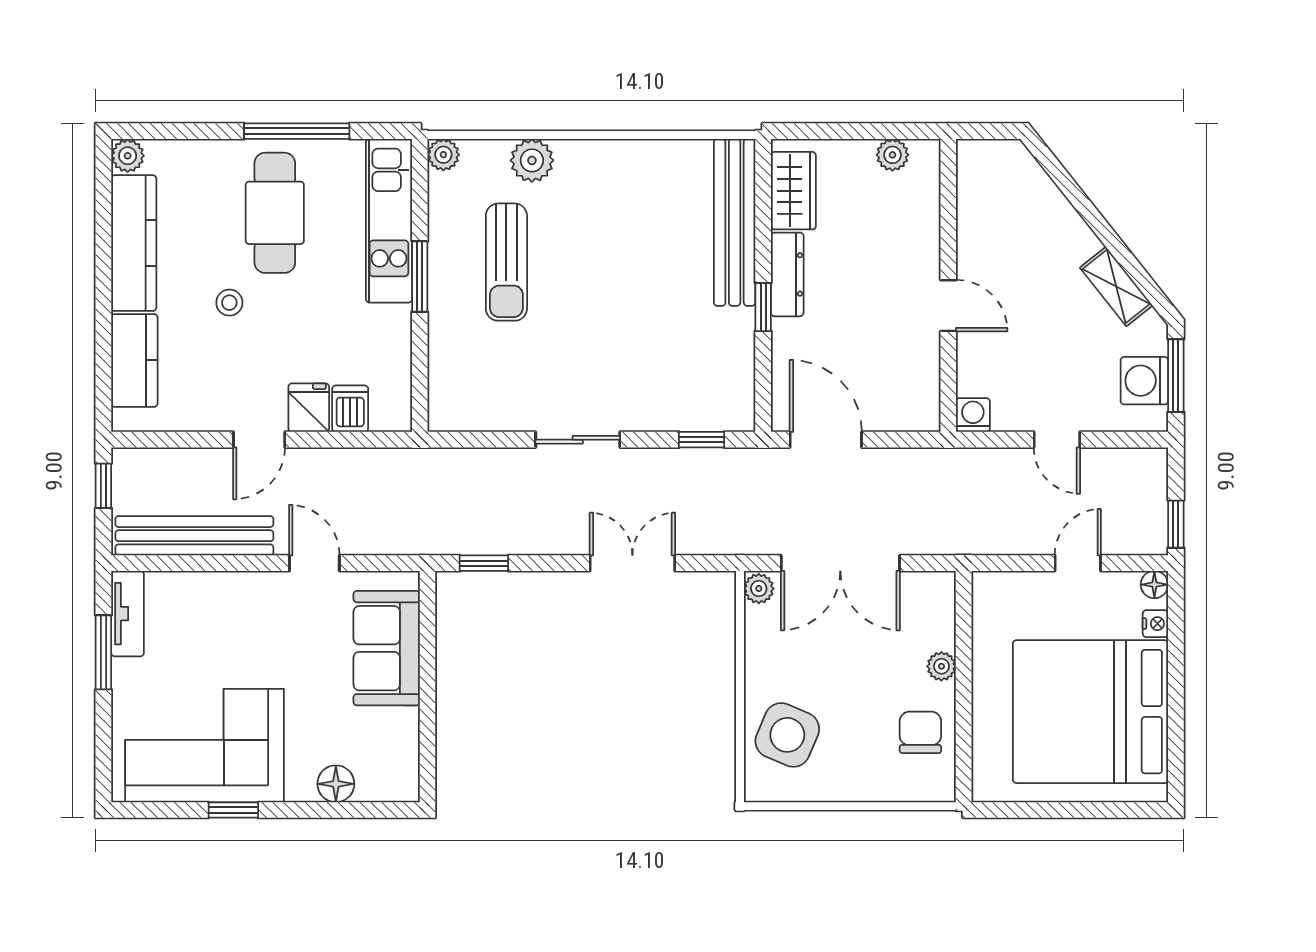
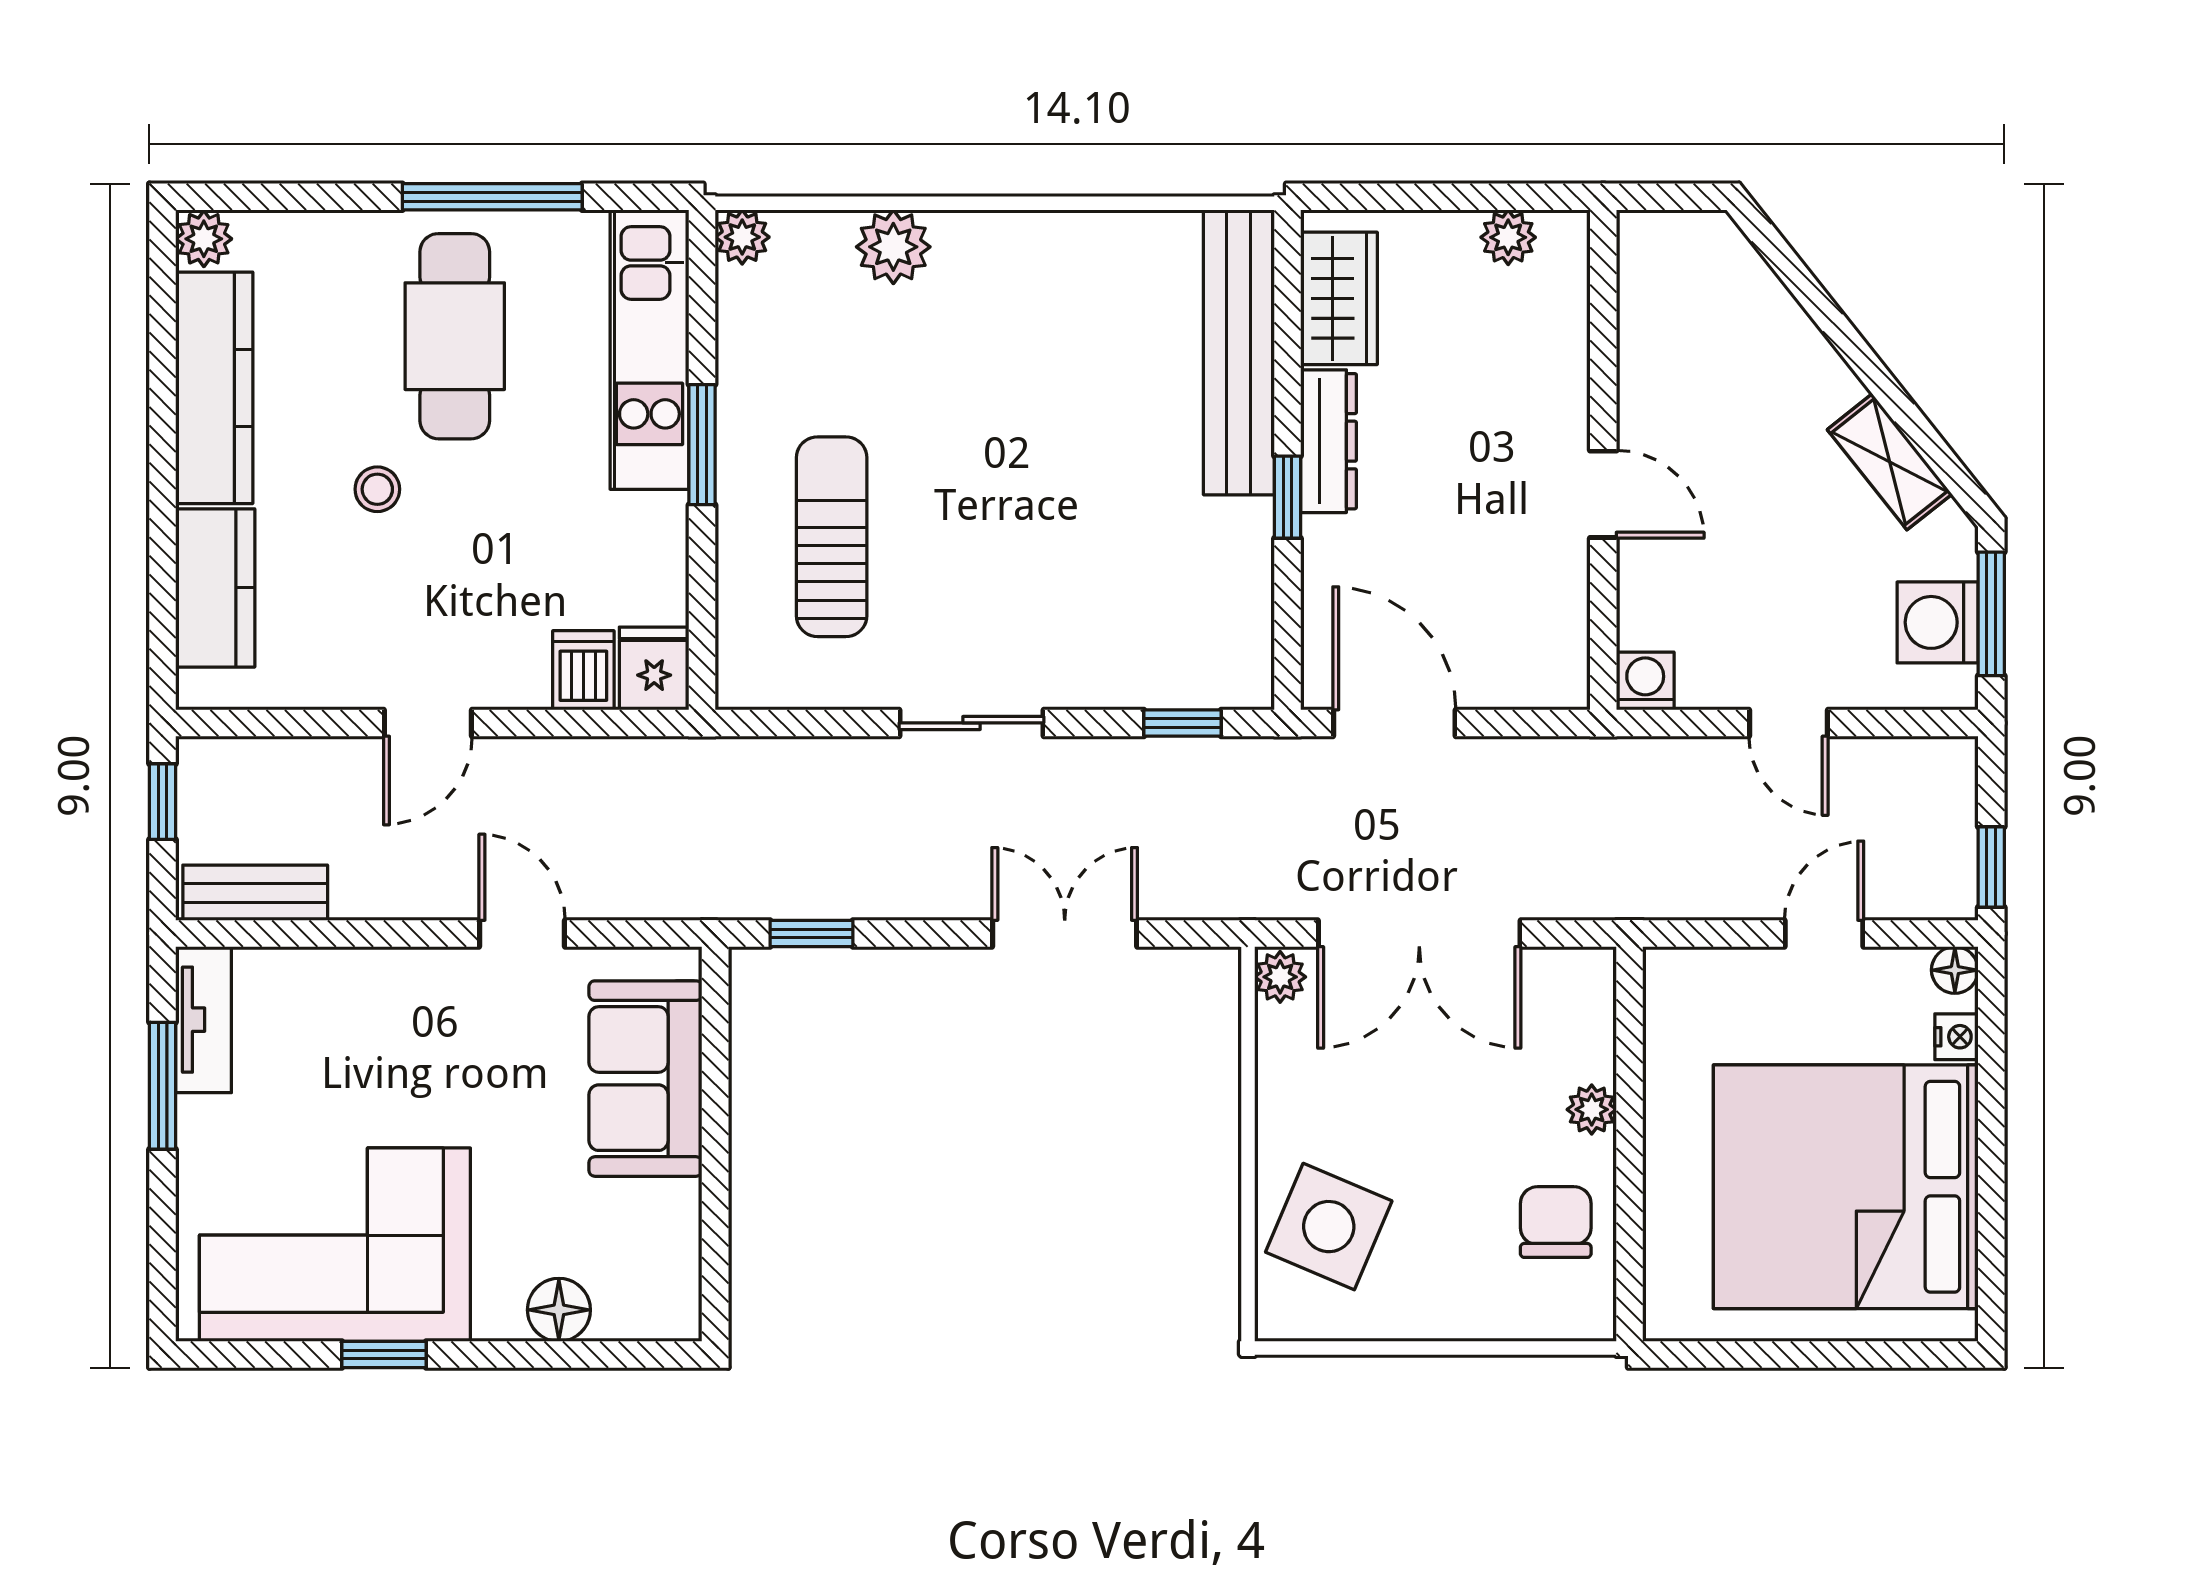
sun lounger: (506, 262) -> (832, 537), moved, turned 180
fridge: (309, 408) -> (654, 668), moved
bench: (194, 536) -> (255, 893), width x0.54, depth x0.82

